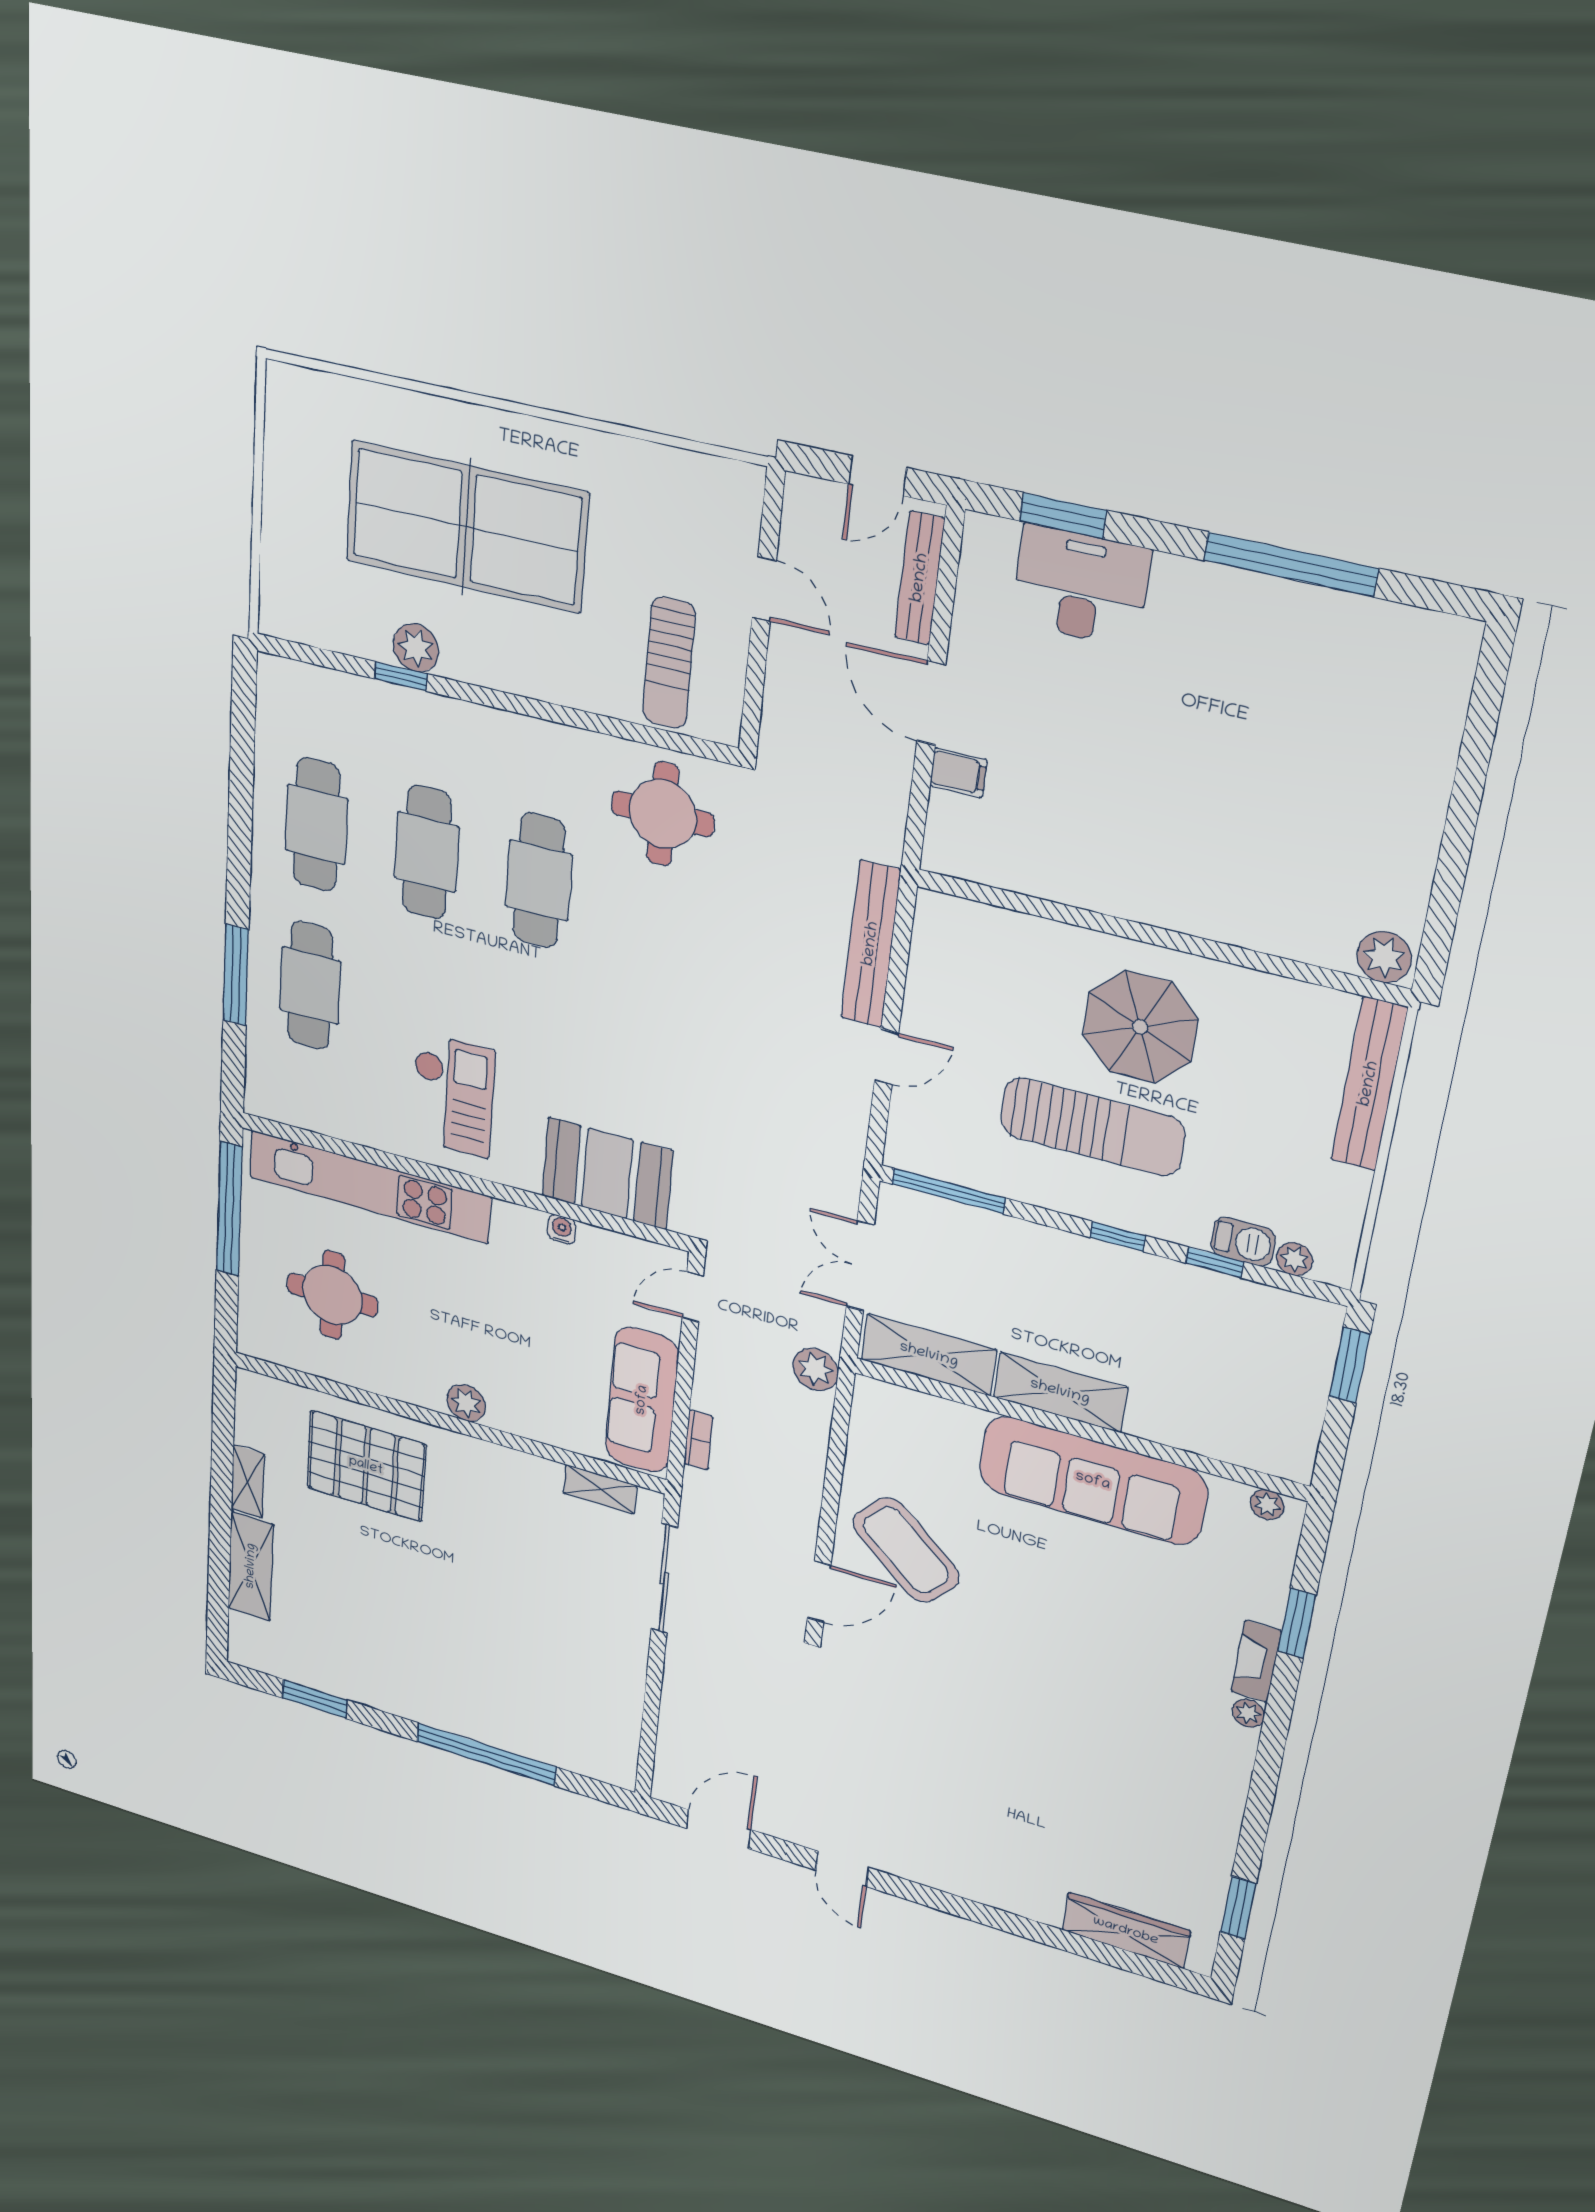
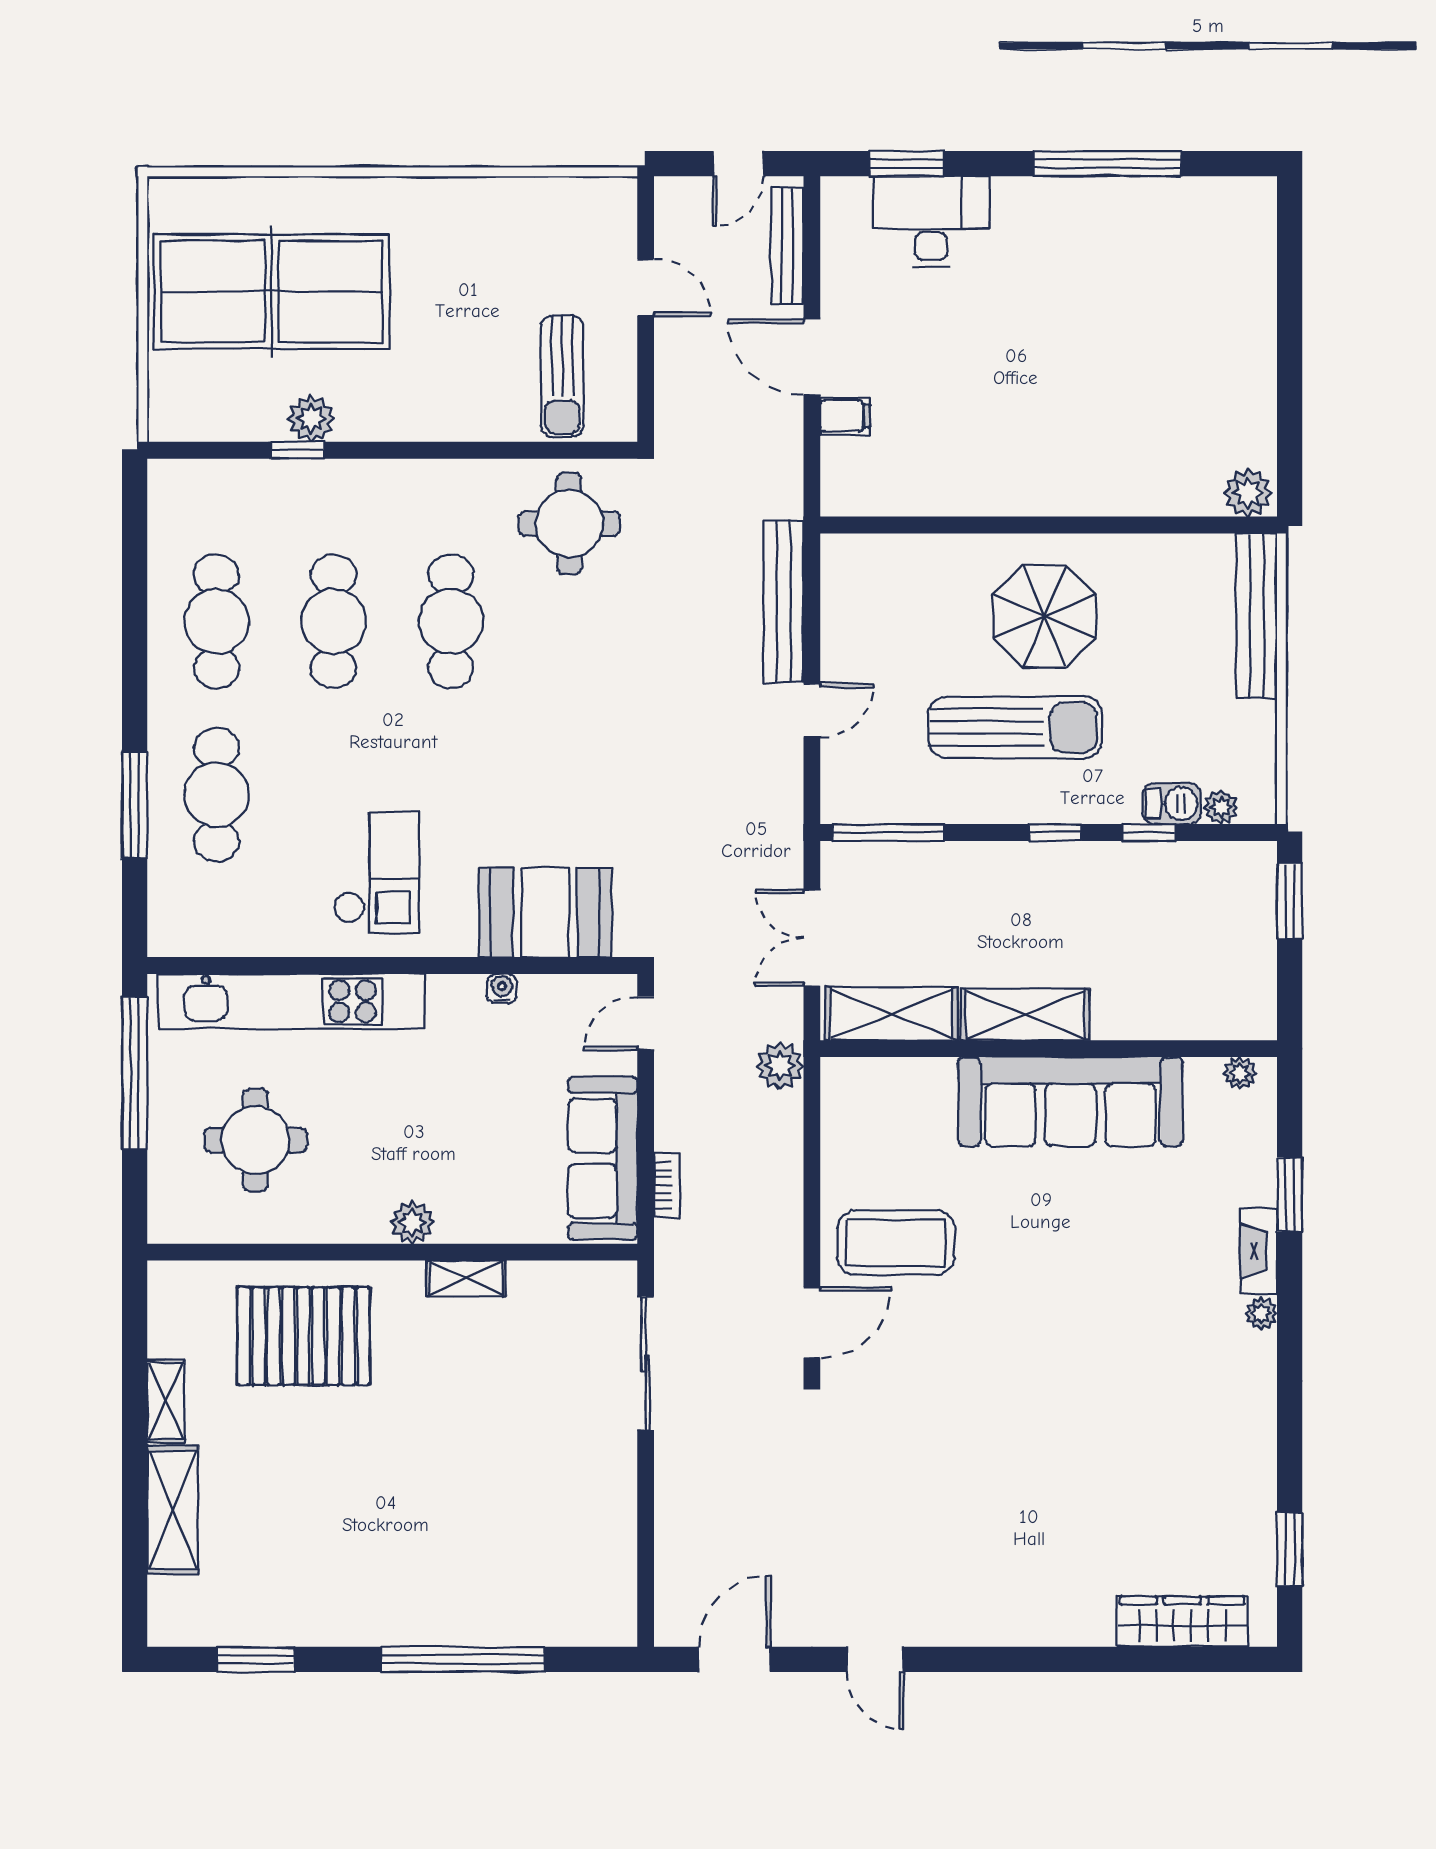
table tennis table: (466, 527) -> (272, 292), moved
shelving: (600, 1489) -> (466, 1278), moved
coffee table: (906, 1550) -> (896, 1243), turned -41

